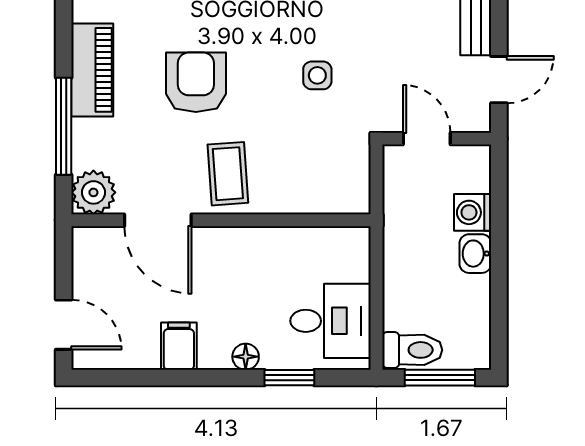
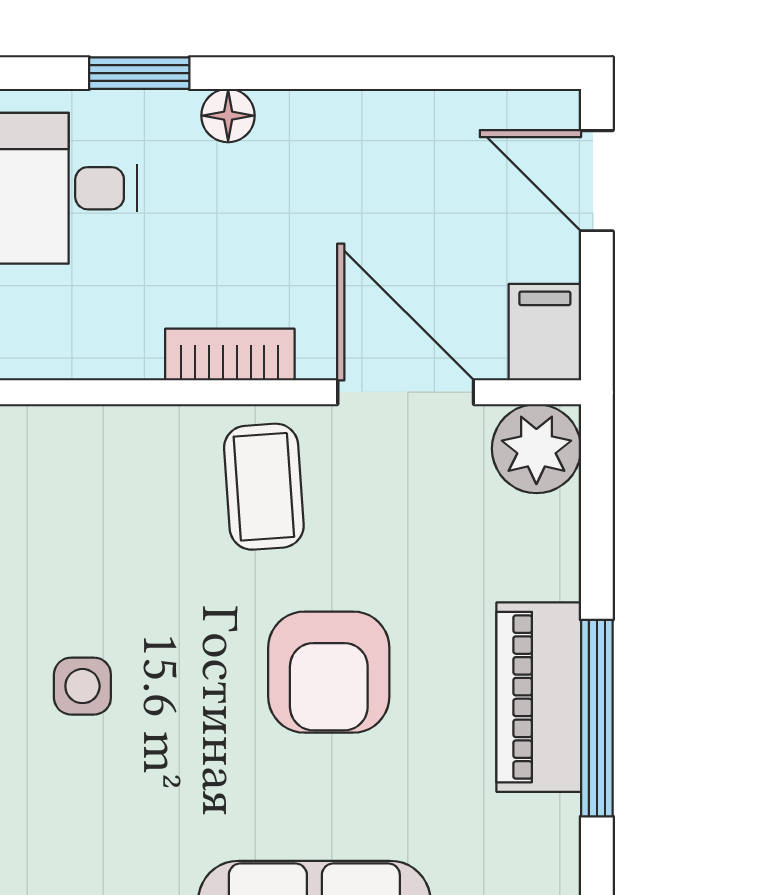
window: (64, 126) -> (597, 718), moved
bookcase: (245, 239) -> (230, 355), added
filing cabinet: (179, 346) -> (545, 332), moved, turned 180

